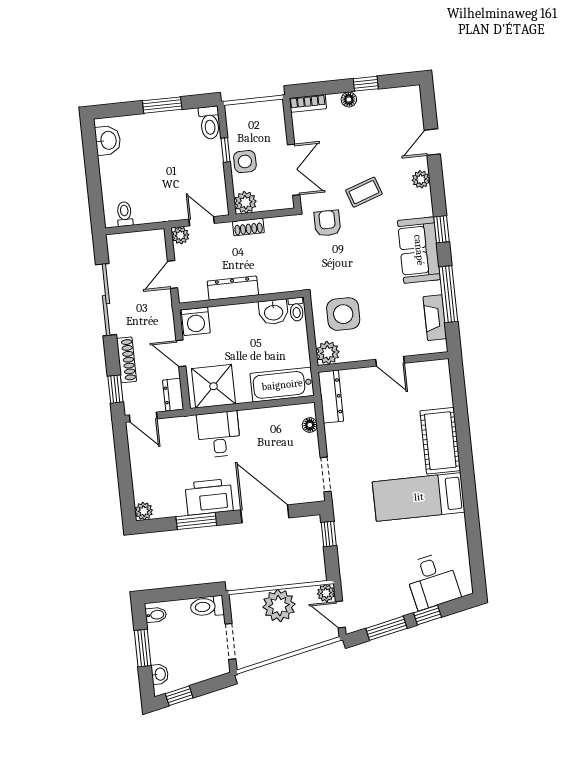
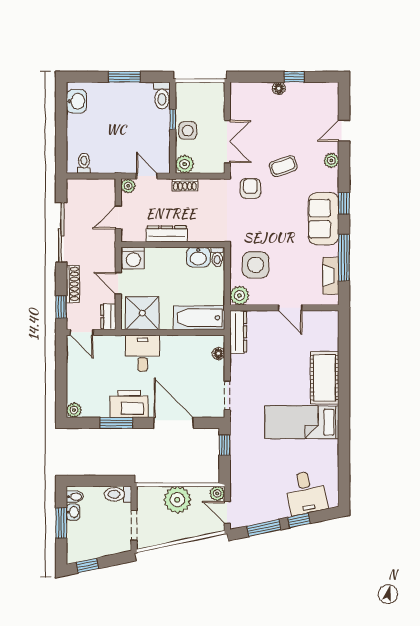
bookcase: (308, 103) -> (245, 88), removed
washbasin: (160, 674) -> (73, 512), moved

